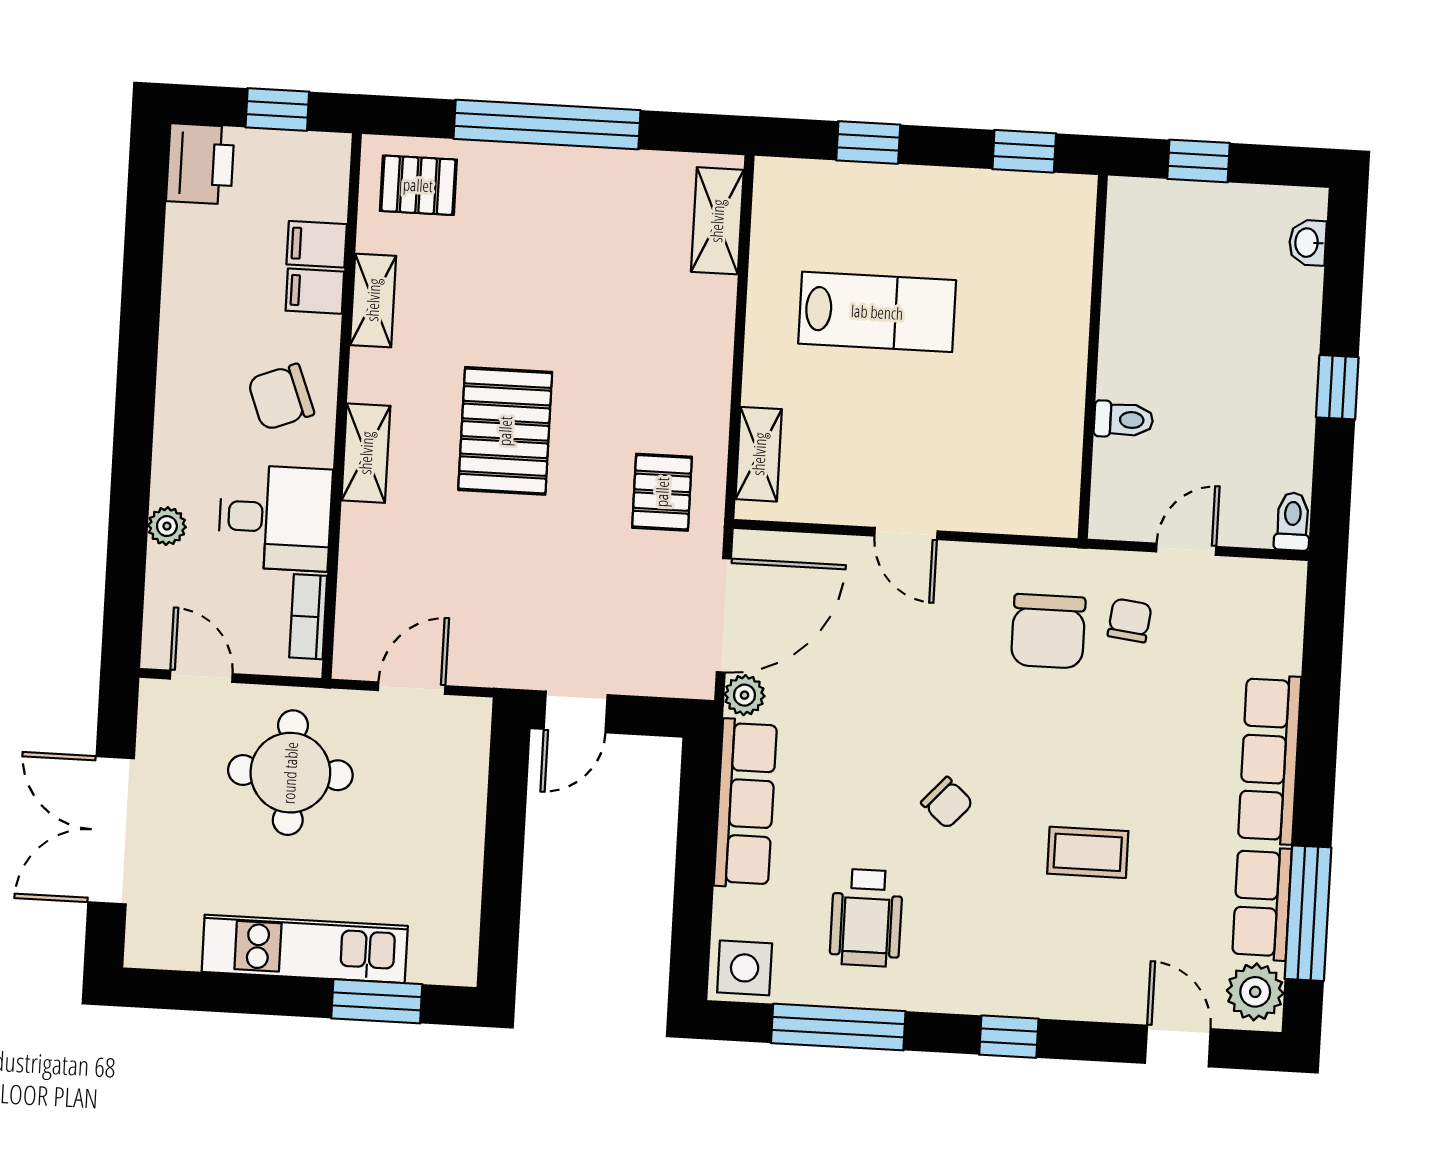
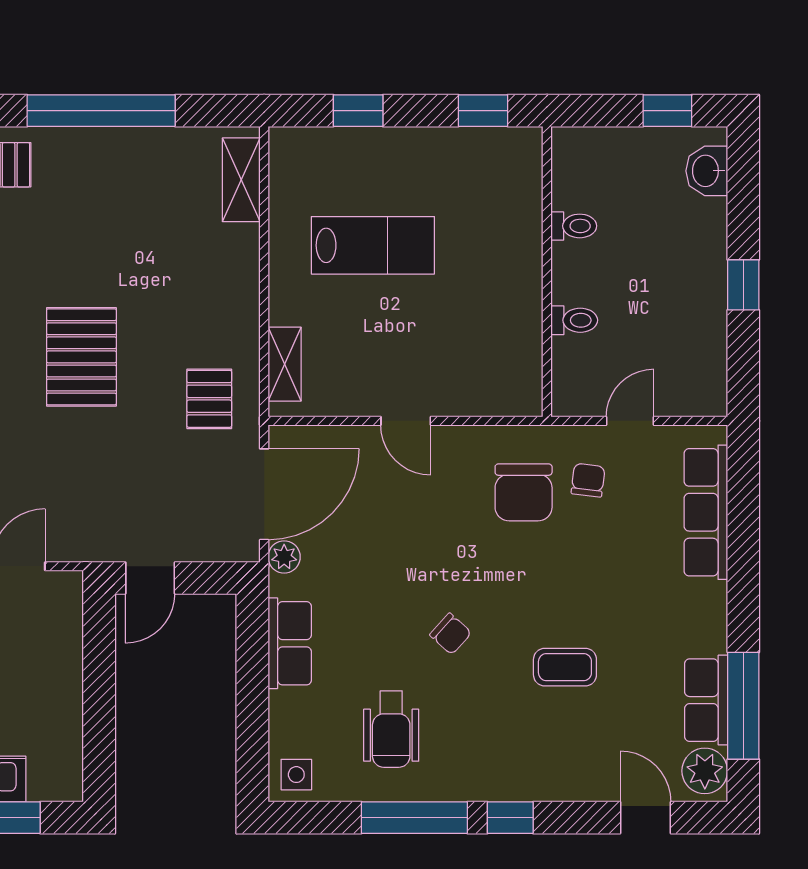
window: (1199, 161) -> (667, 111), moved
washbasin: (1308, 243) -> (707, 171), width x1.38, depth x1.45
toilet: (1292, 522) -> (574, 226), moved, turned 90
row of seats: (1270, 759) -> (706, 512), moved
row of seats: (745, 803) -> (290, 643), width x0.68
side table: (745, 968) -> (296, 775), width x0.73, depth x0.73
window: (838, 1027) -> (414, 818), moved

